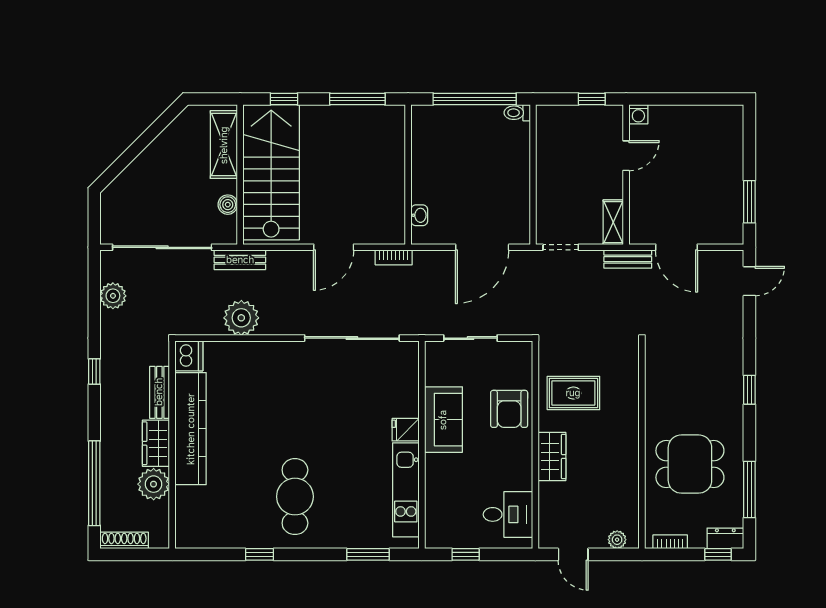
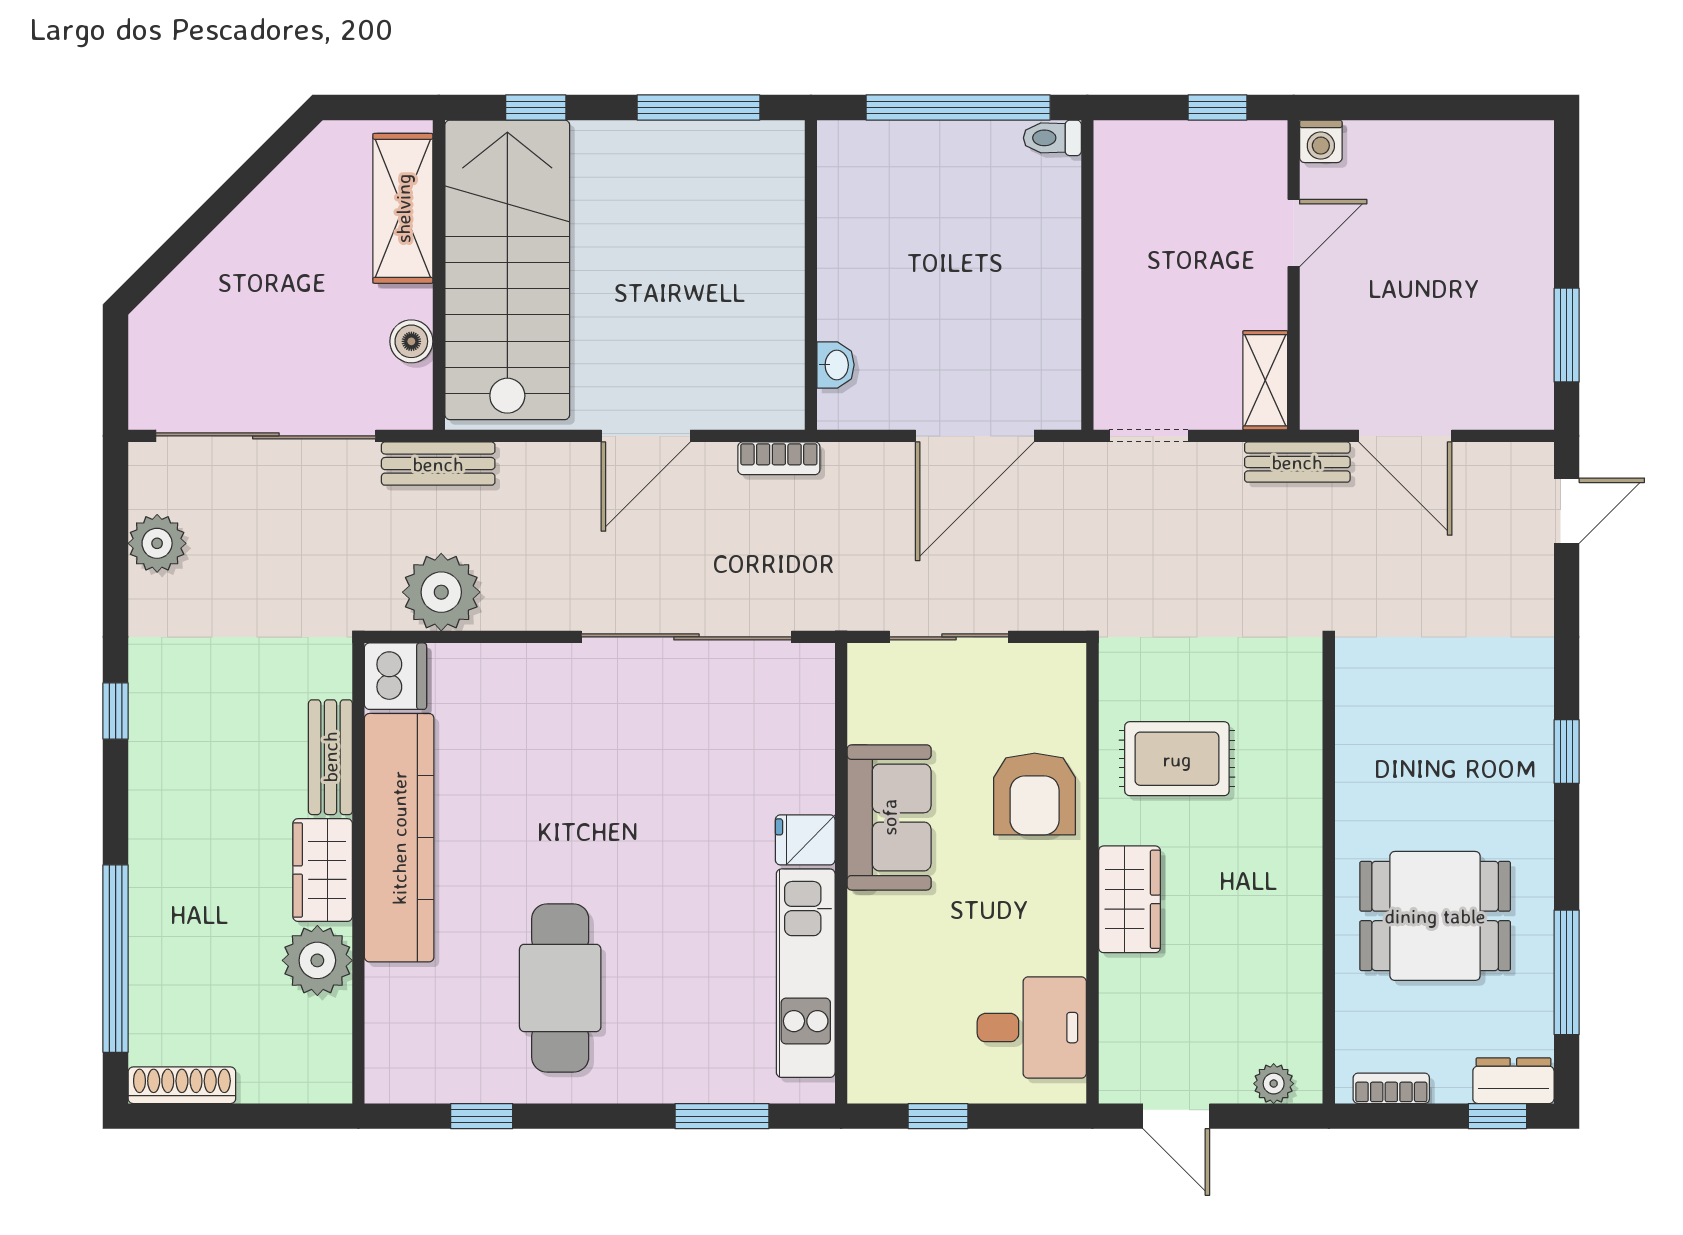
dishwasher: (189, 356) -> (396, 676), moved
bench: (159, 392) -> (330, 757), moved
kitchen counter: (191, 429) -> (399, 838), moved
wardrobe: (156, 443) -> (323, 870), moved
wall: (172, 445) -> (358, 873), moved
plant: (154, 484) -> (317, 960), moved

